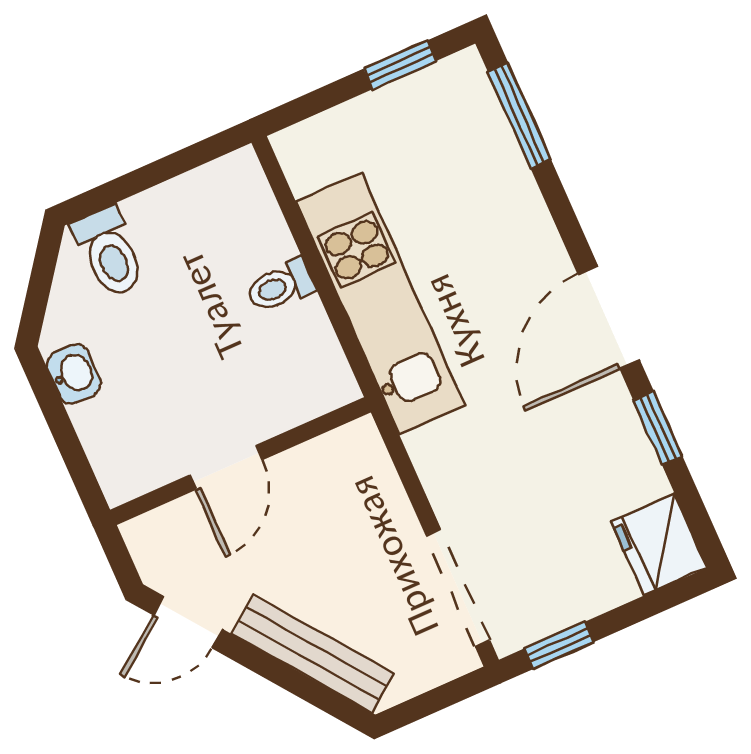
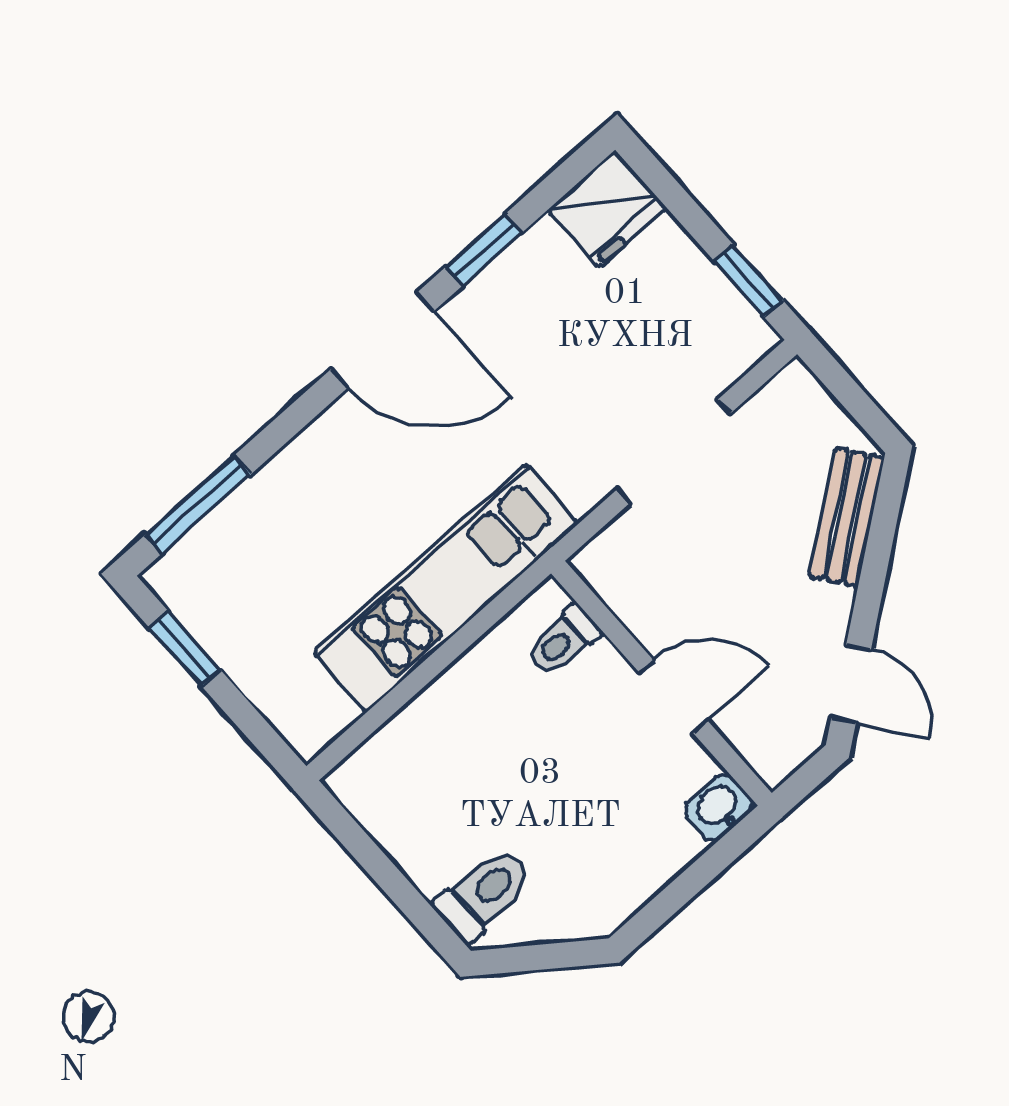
toilet: (280, 286) -> (563, 640), moved, turned 90
washbasin: (74, 374) -> (719, 807), moved
doorway: (458, 588) -> (673, 452), moved
bench: (312, 653) -> (847, 517), width x0.73

